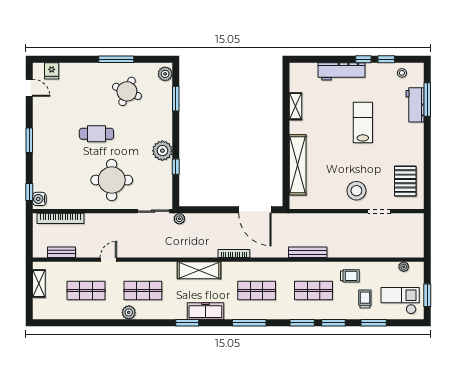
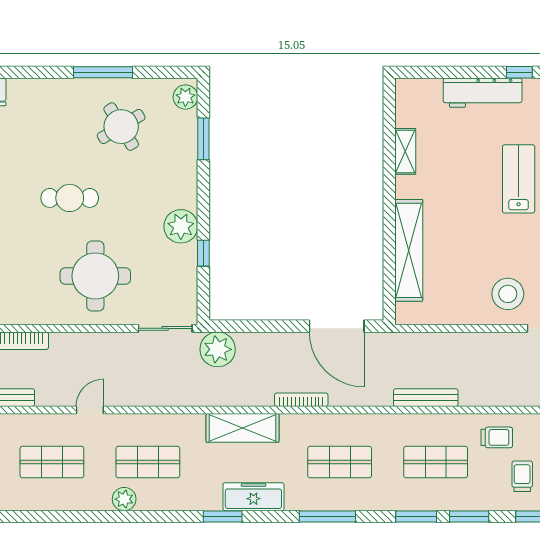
round table: (127, 91) -> (121, 127), turned 36
plant: (179, 219) -> (218, 349), width x1.87, depth x1.87

